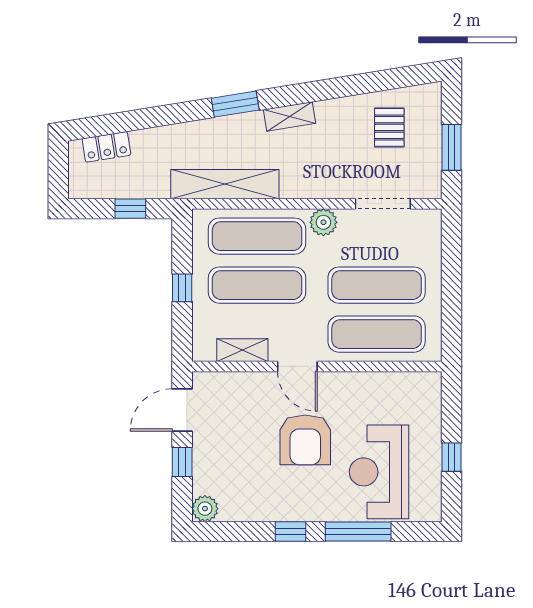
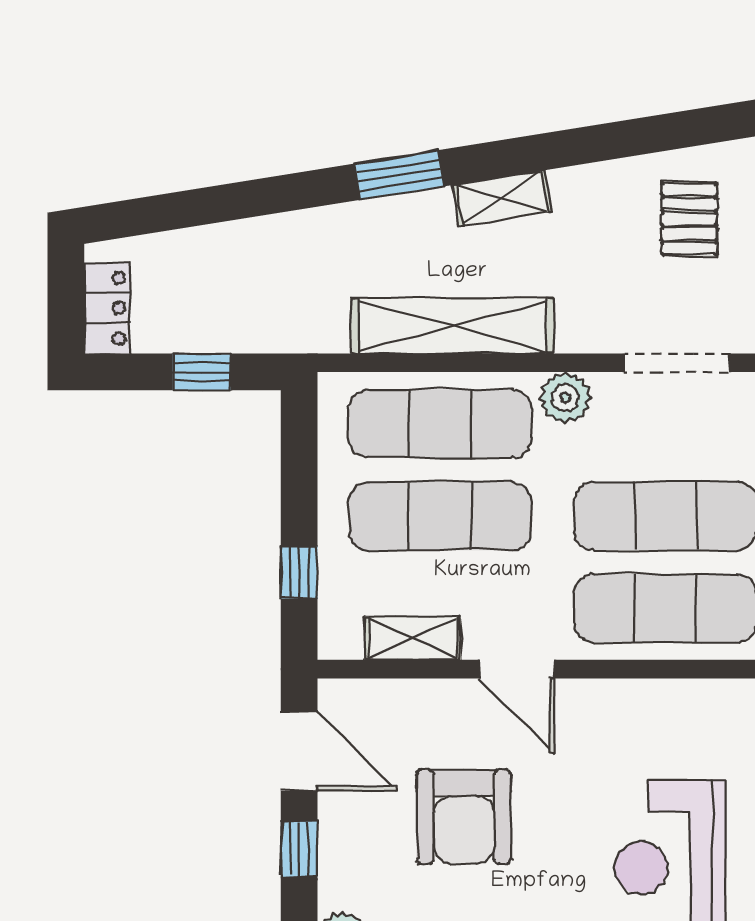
locker: (106, 147) -> (107, 308), moved, turned -81
shelving: (225, 184) -> (452, 326), moved
window: (182, 288) -> (299, 572), moved
door: (182, 410) -> (299, 751), swing flipped
armchair: (305, 440) -> (464, 817), moved

